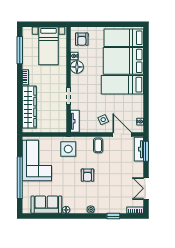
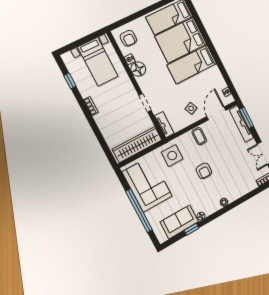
window: (20, 50) -> (70, 81), width x0.46
wardrobe: (29, 107) -> (137, 145), moved, turned -90
door: (122, 134) -> (216, 113), hinge flipped
tv unit: (139, 149) -> (241, 124), width x1.41
window: (113, 216) -> (191, 229), moved

